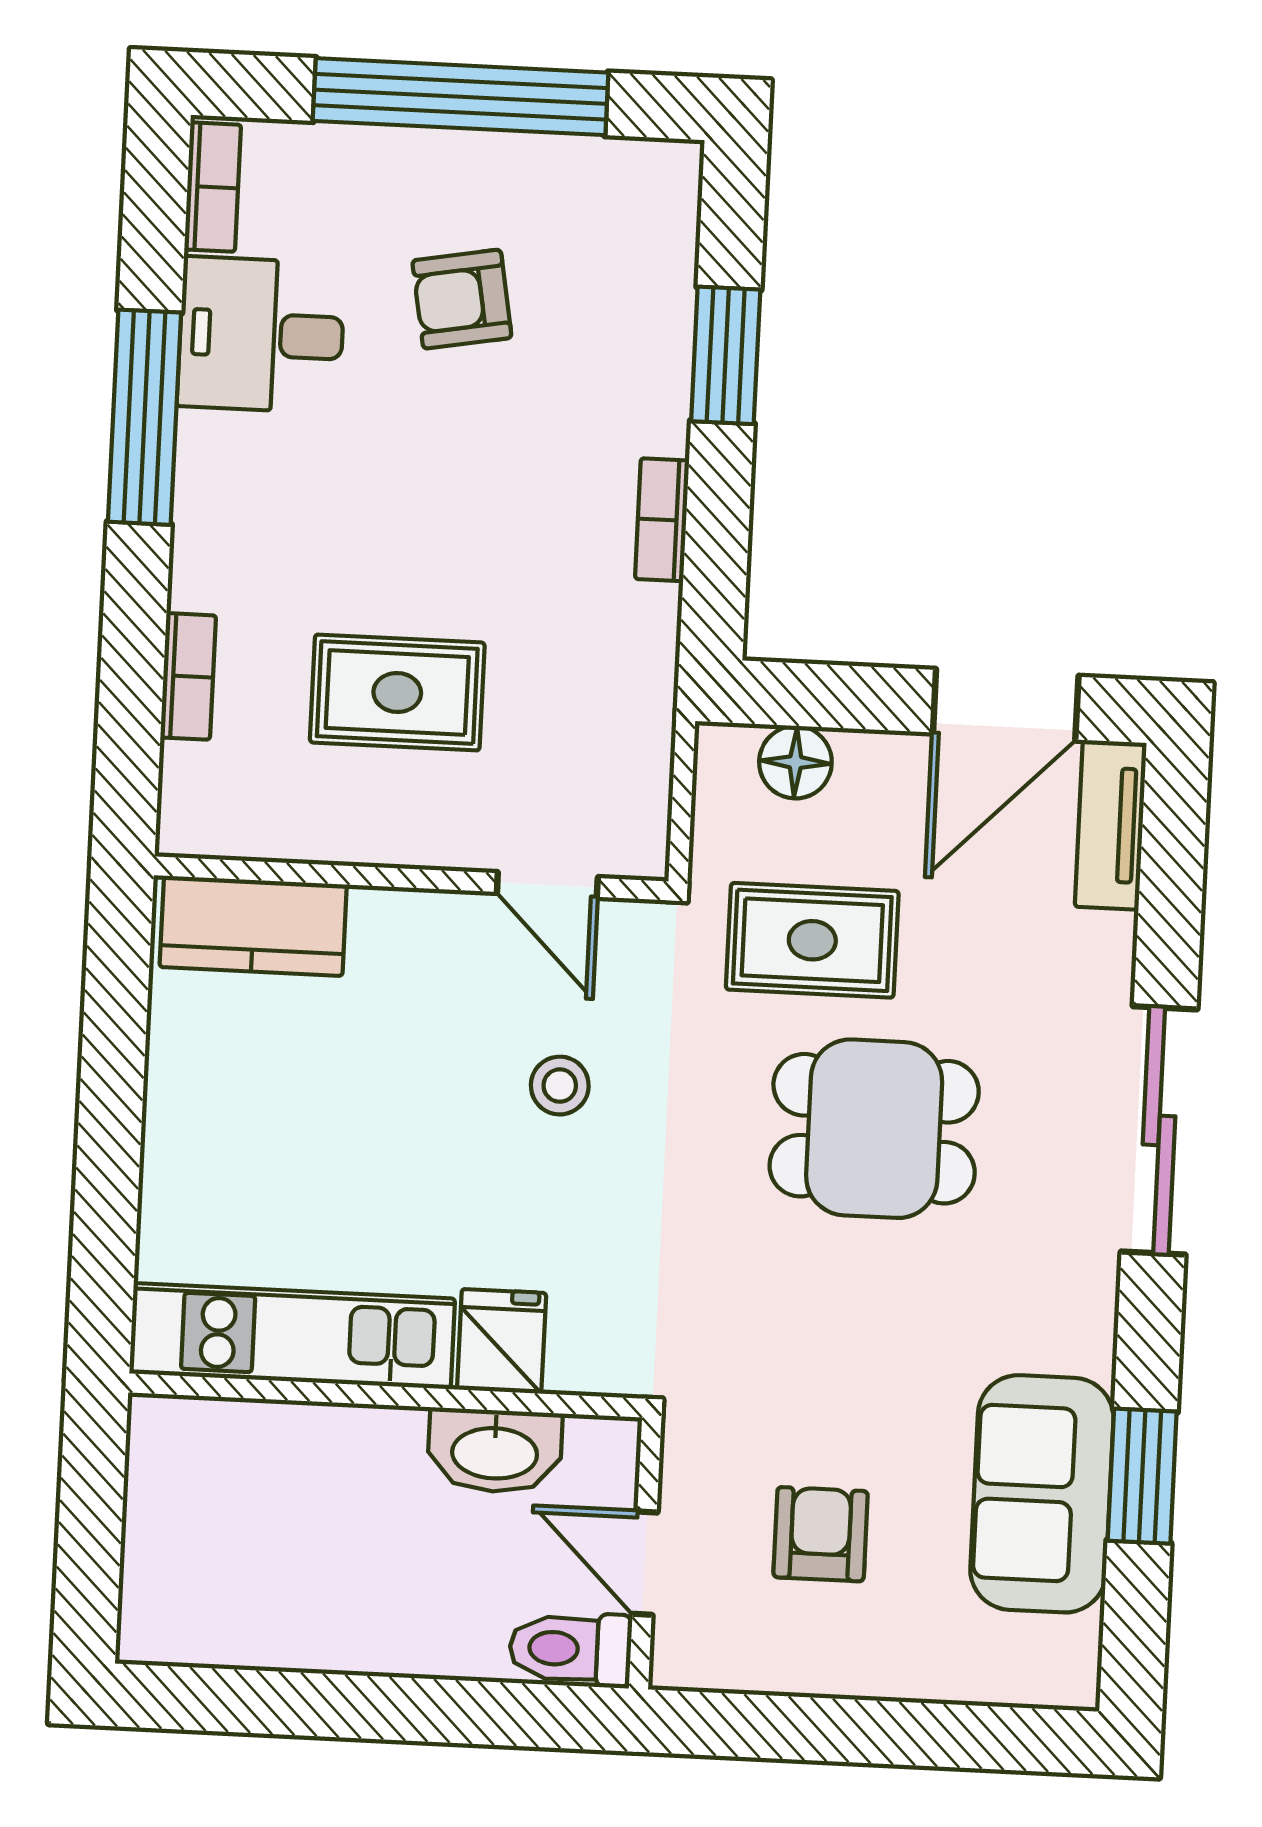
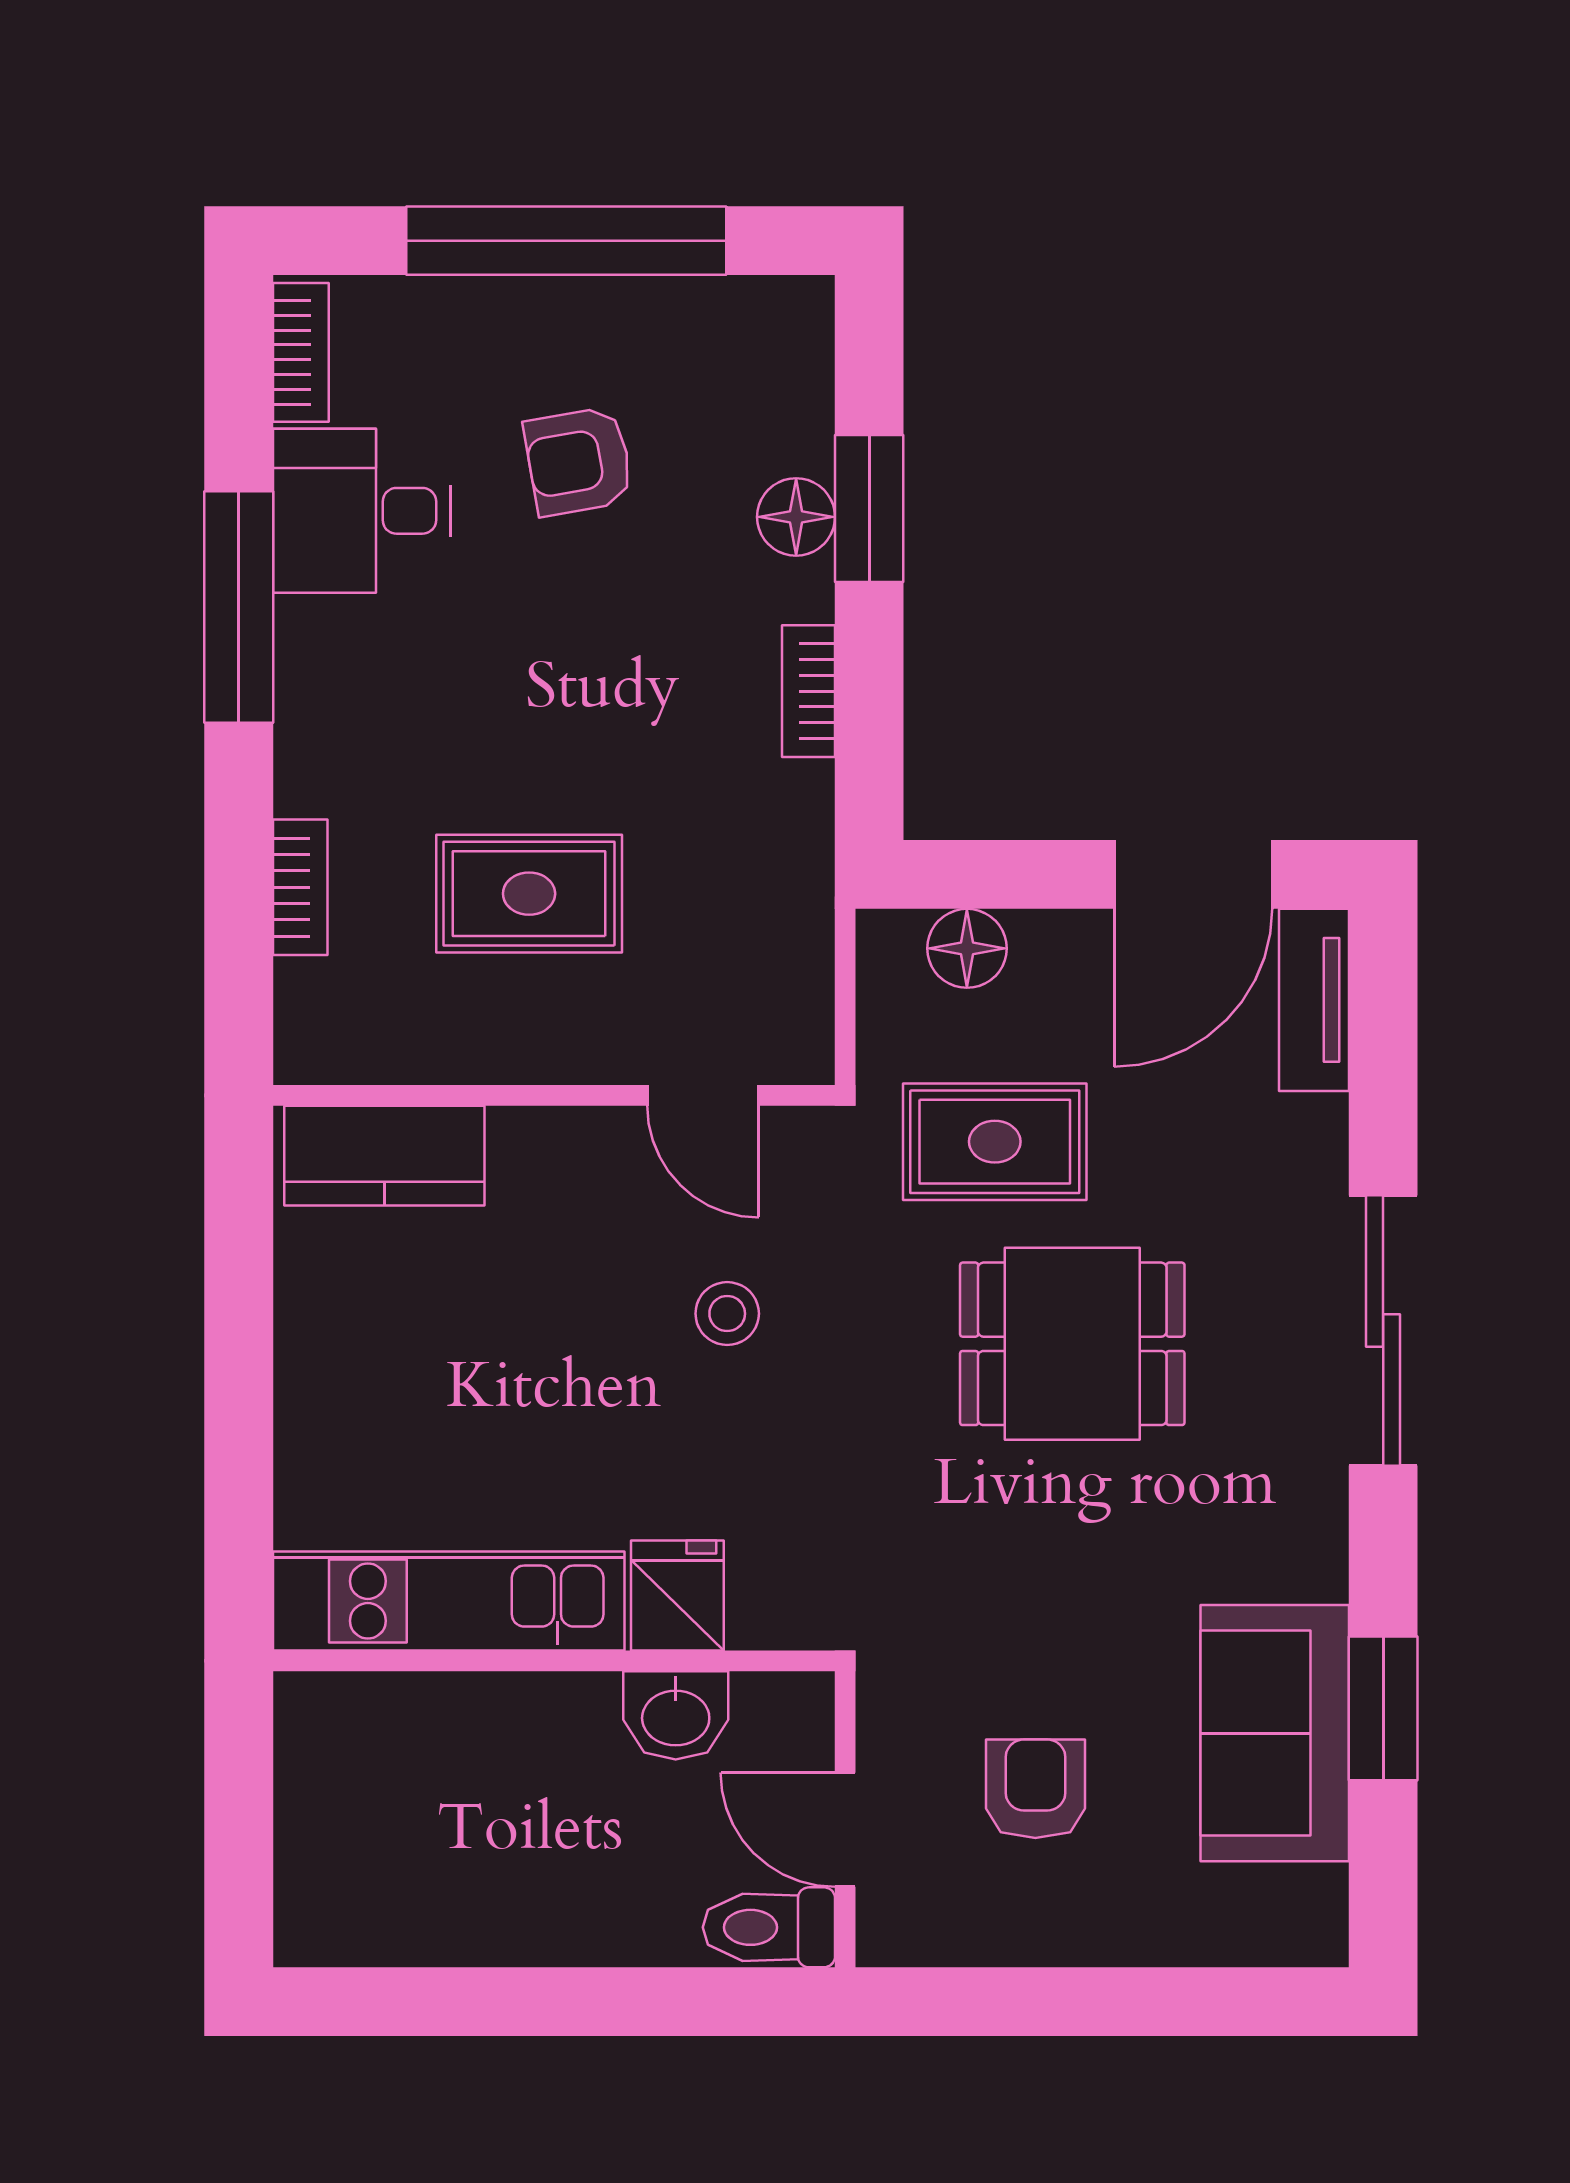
floor lamp: (658, 360) -> (796, 517), added
washbasin: (495, 1451) -> (676, 1715), width x0.72

